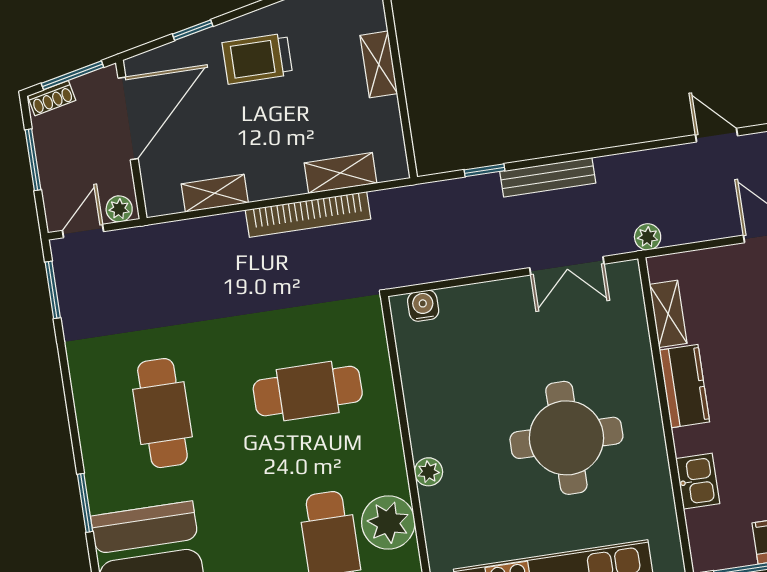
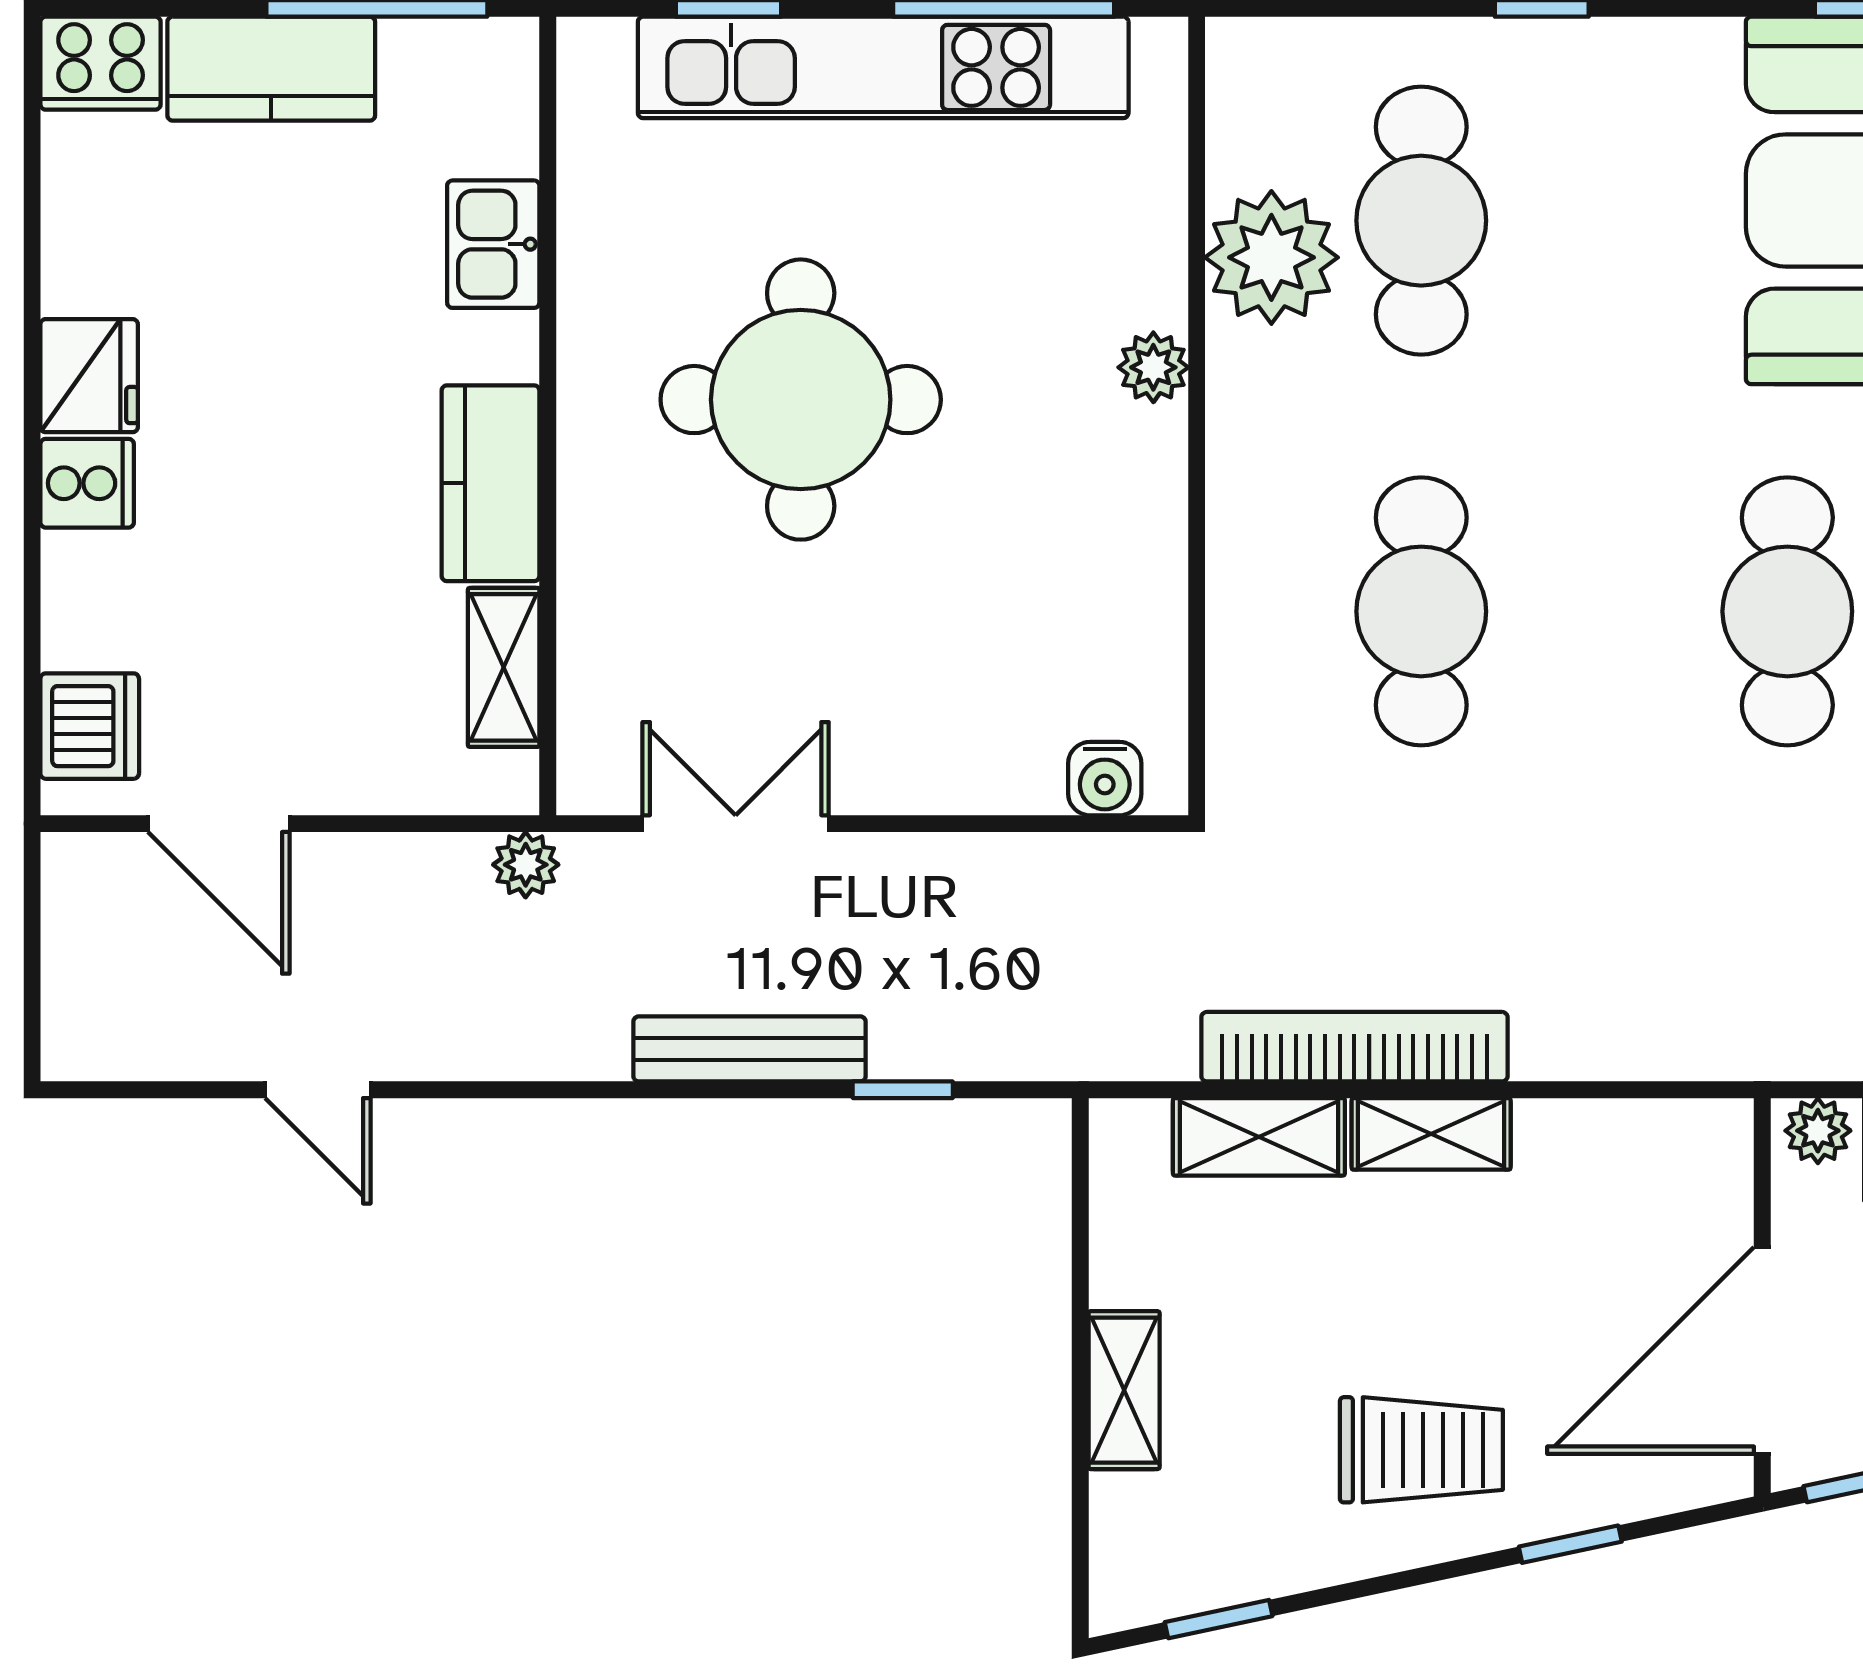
shelving: (215, 193) -> (1431, 1134), moved
cafe table: (308, 391) -> (1421, 611), turned 90

